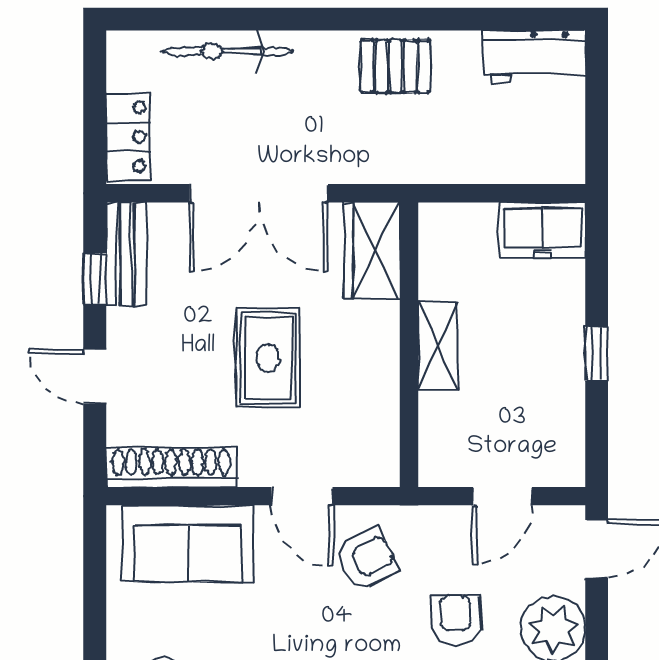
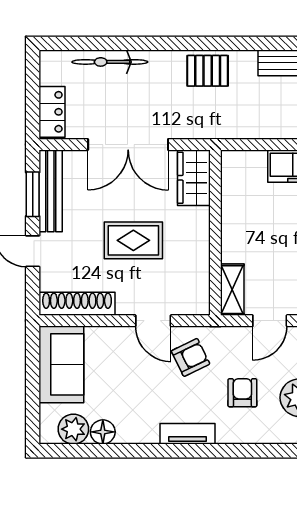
bench: (126, 254) -> (51, 191), width x1.36
window: (95, 279) -> (33, 194), width x1.50
shelving: (438, 345) -> (232, 290), moved
rug: (268, 358) -> (133, 240), turned 90
sofa: (187, 543) -> (61, 364), moved, turned -90

